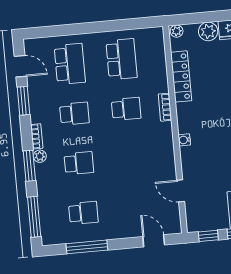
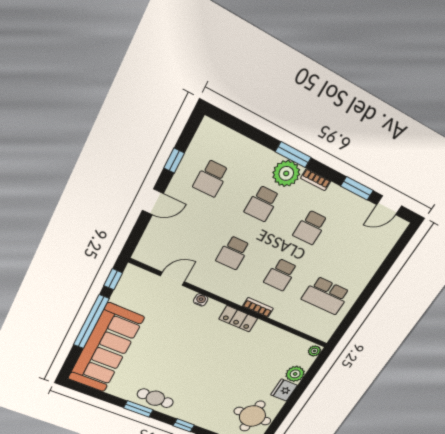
school desk: (70, 64) -> (233, 253), moved, width x0.54
locker: (181, 76) -> (238, 319), moved, width x0.66
water cooler: (184, 140) -> (201, 300), moved
plant: (40, 156) -> (286, 173), width x1.87, depth x1.87
window: (34, 217) -> (240, 126), removed
door: (154, 241) -> (153, 202), moved
window: (87, 247) -> (174, 161), width x0.46

